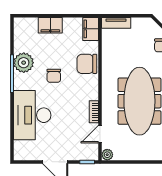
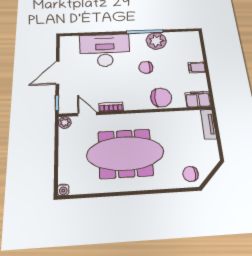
filing cabinet: (50, 25) -> (197, 67), width x0.50
chair: (87, 64) -> (161, 97), turned 90

